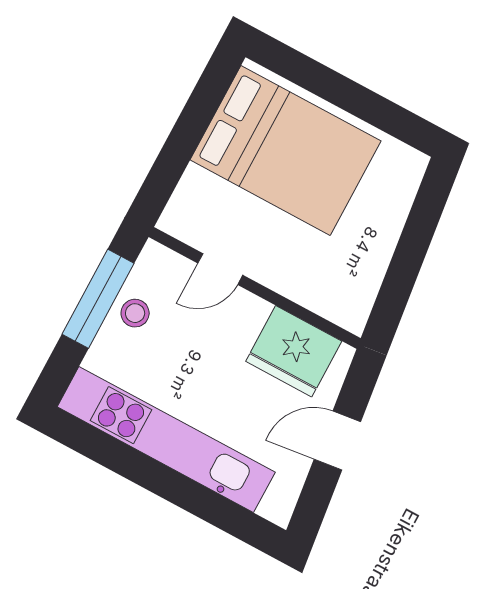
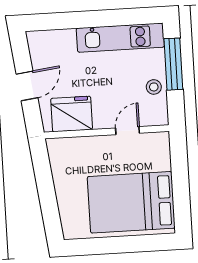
window: (98, 299) -> (173, 64), moved
kitchen unit: (166, 439) -> (120, 38), width x0.73

